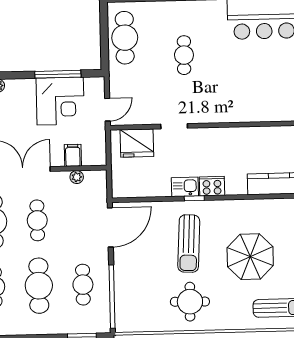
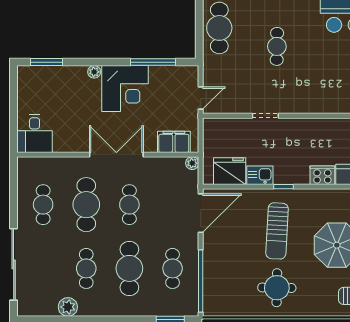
corner desk: (60, 101) -> (125, 88), moved
fridge: (137, 143) -> (230, 171), moved, turned 180
filing cabinet: (73, 155) -> (174, 142), width x2.00
plant: (77, 177) -> (192, 163), moved
cooker: (212, 186) -> (322, 175), moved
kitchen sink: (185, 187) -> (260, 175), moved

